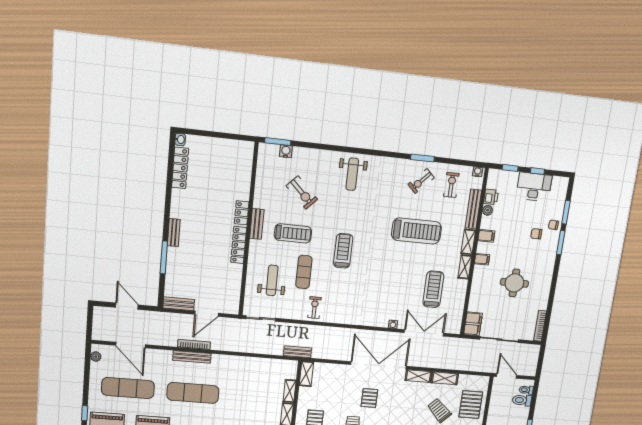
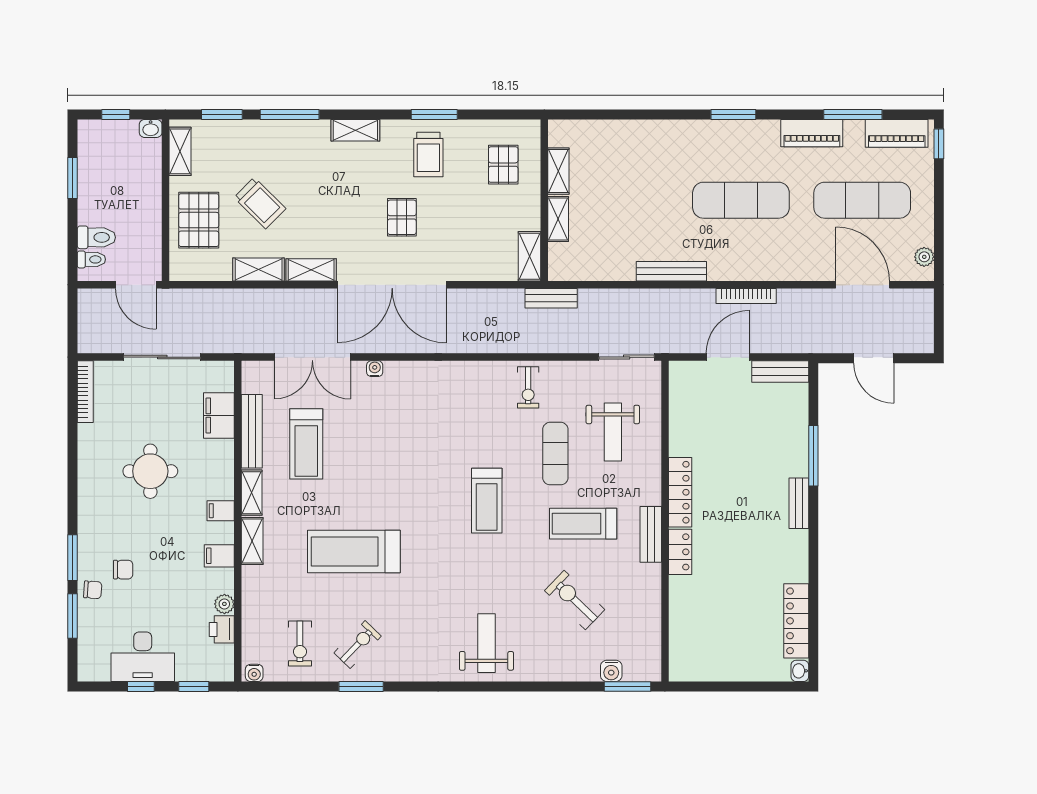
bench: (473, 209) -> (252, 431), moved
filing cabinet: (473, 324) -> (219, 415), moved
bench: (192, 357) -> (671, 271), moved

